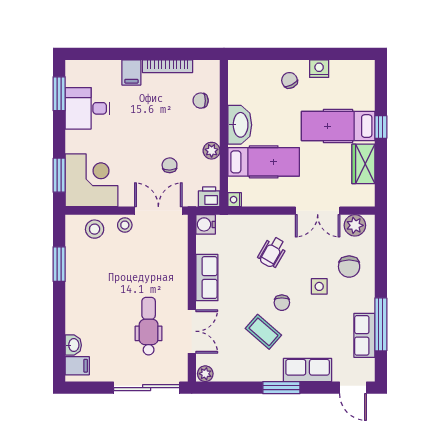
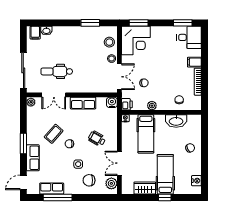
nightstand: (319, 69) -> (196, 181), moved
desk: (88, 108) -> (189, 37), moved, turned 90
washbasin: (240, 125) -> (176, 121), moved
dental chair: (149, 326) -> (57, 71), turned 180

